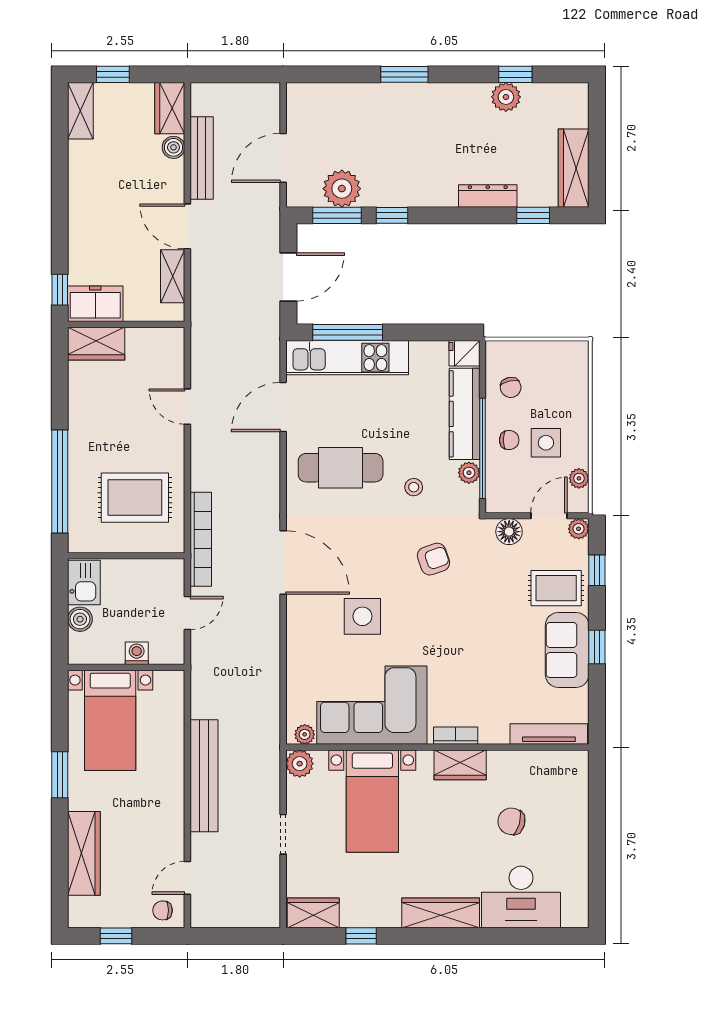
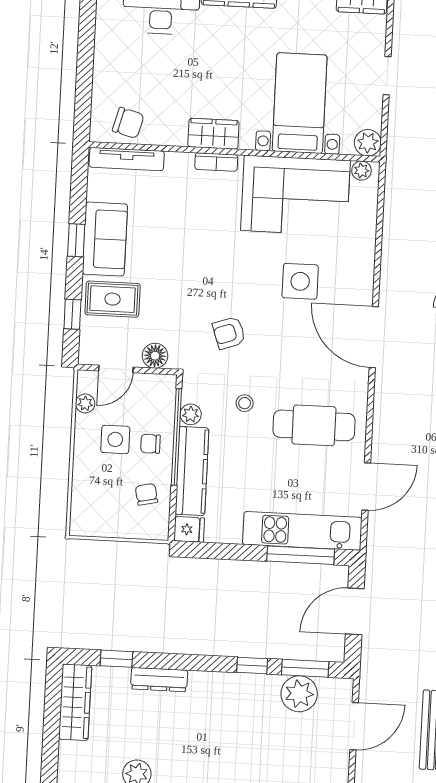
plant: (579, 529) -> (88, 355), removed
chair: (511, 821) -> (128, 123), moved

